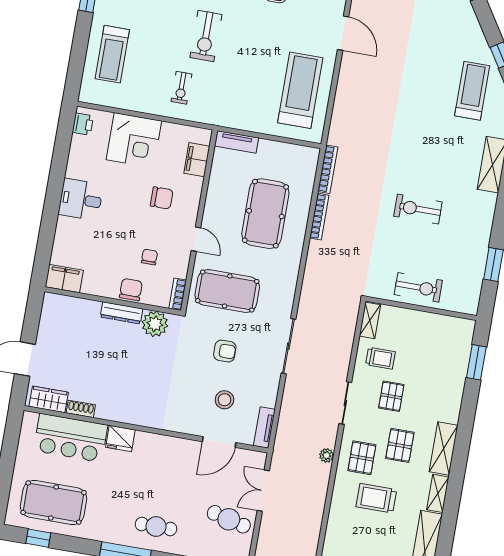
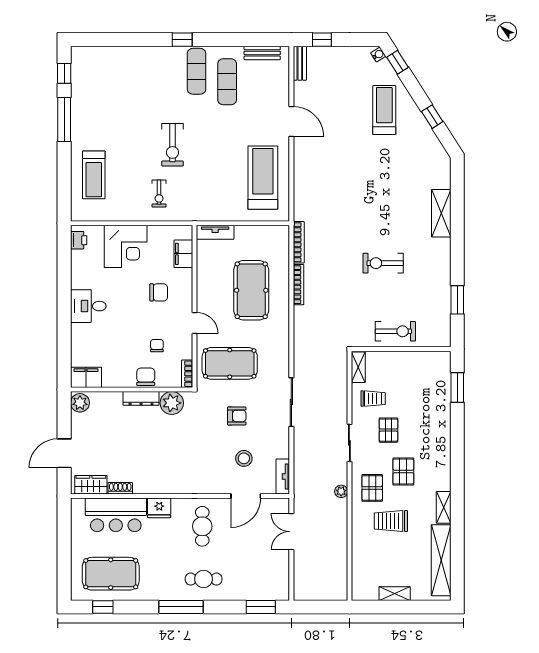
treadmill: (472, 91) -> (384, 110), moved
plant: (52, 306) -> (80, 403), added
shelving: (444, 448) -> (442, 468), removed
cafe table: (229, 519) -> (202, 526), moved, turned 76

